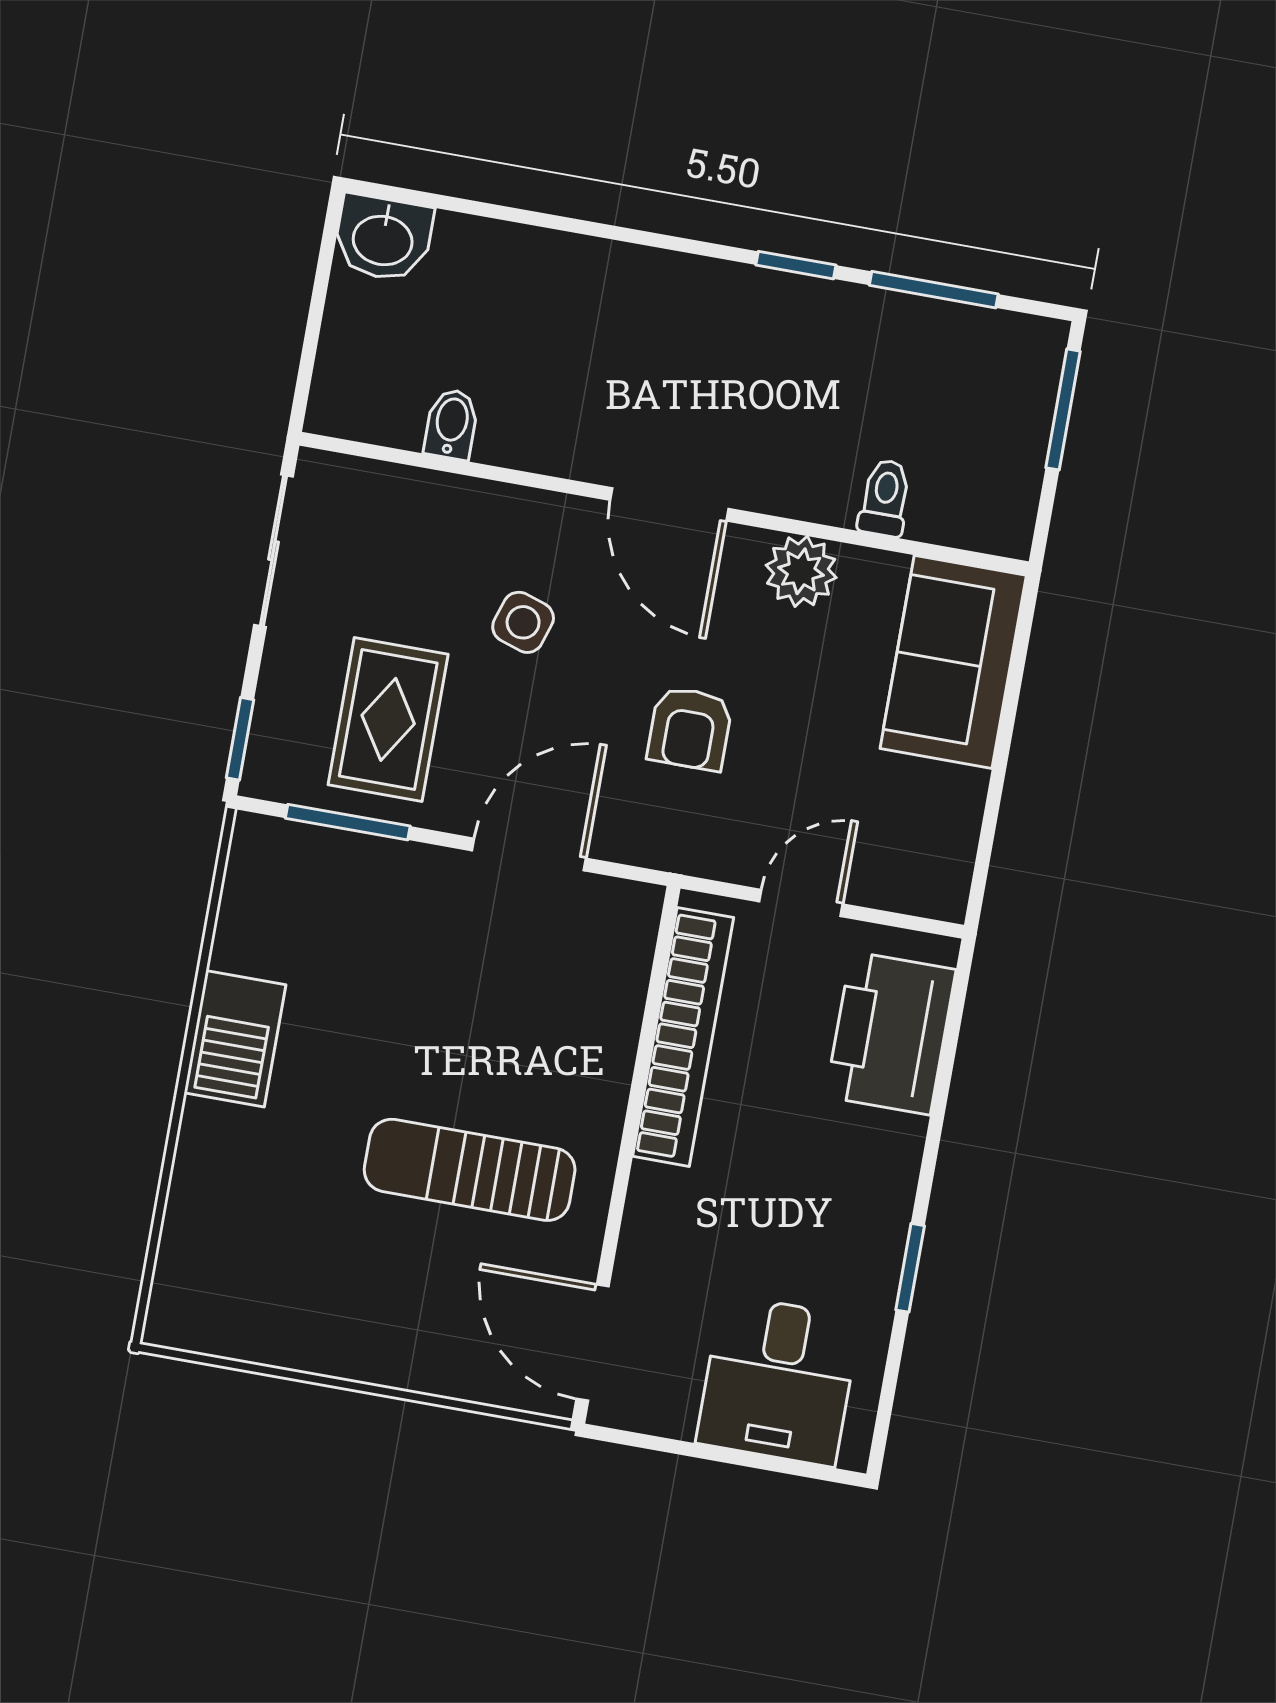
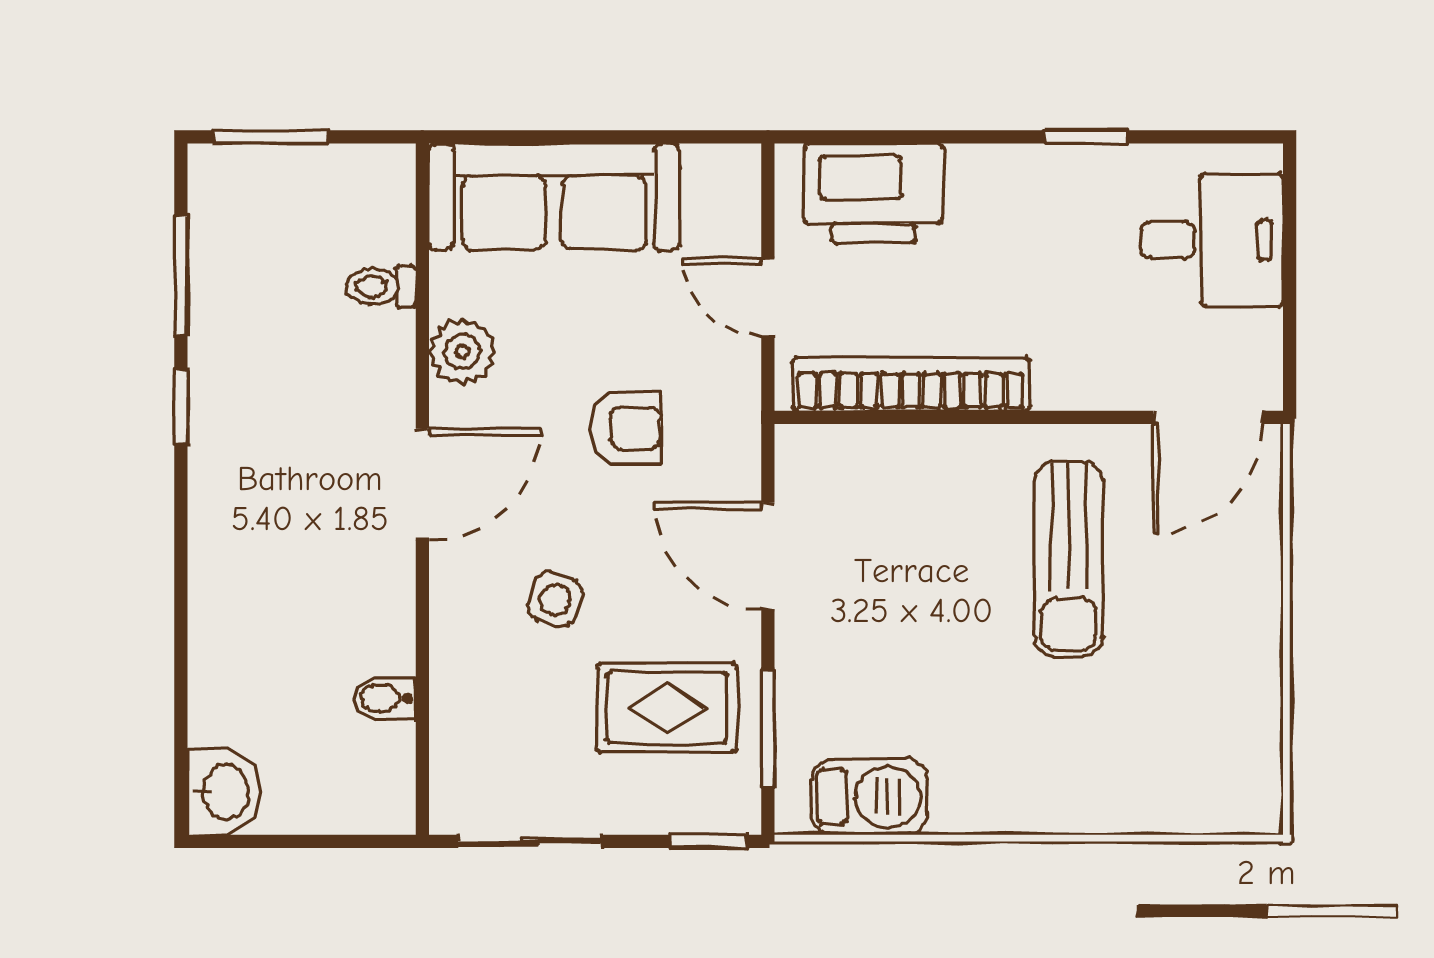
sofa: (953, 662) -> (554, 197), width x1.36
barbecue: (235, 1039) -> (869, 797), moved

